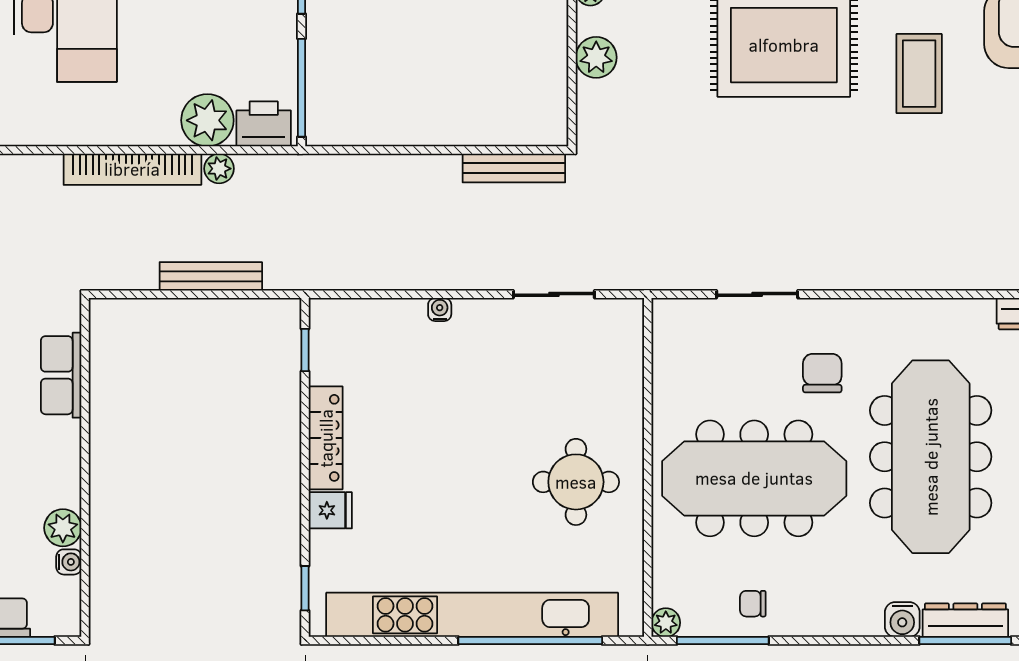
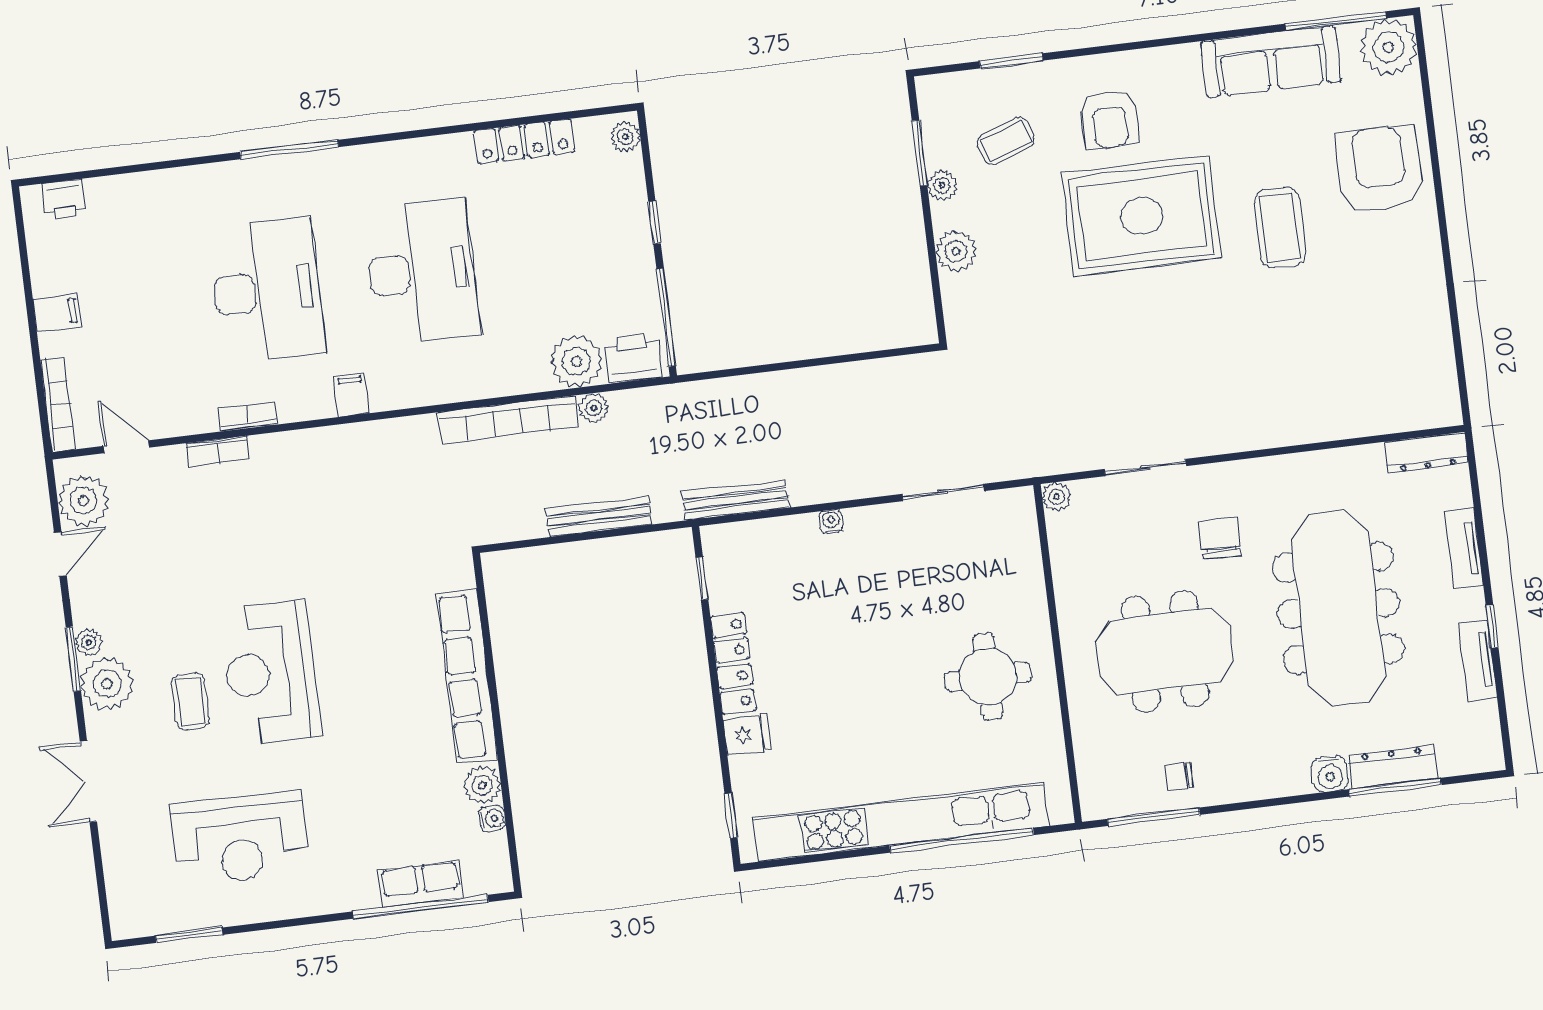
bench: (514, 168) -> (736, 500), moved
row of seats: (61, 375) -> (467, 676), width x2.02
meeting table: (754, 478) -> (1165, 651), width x0.73
plant: (666, 623) -> (1057, 497), moved

